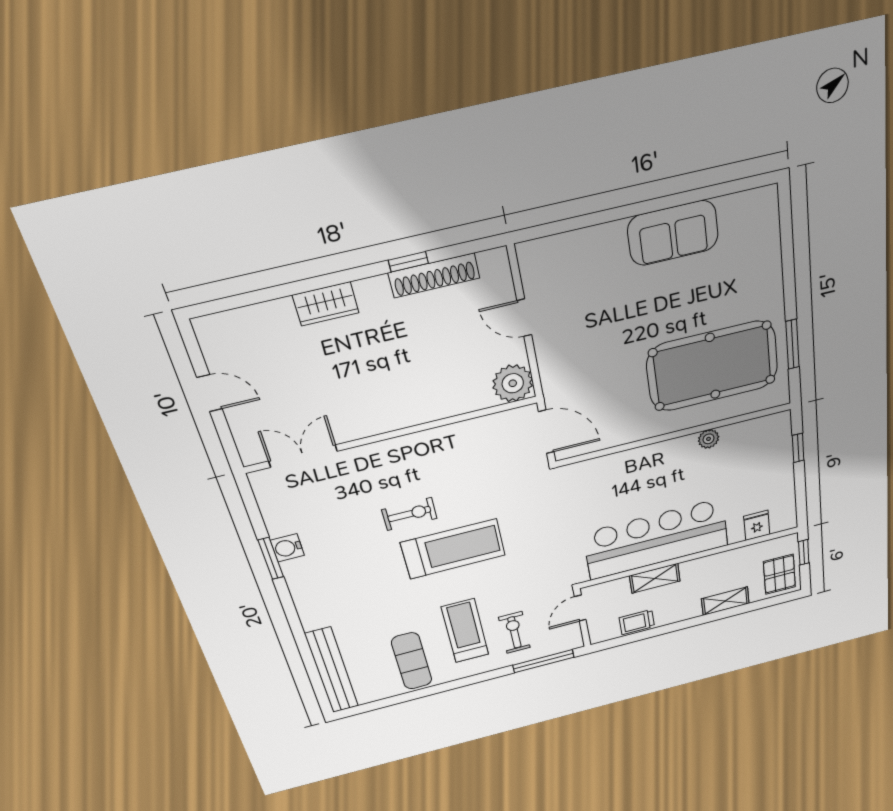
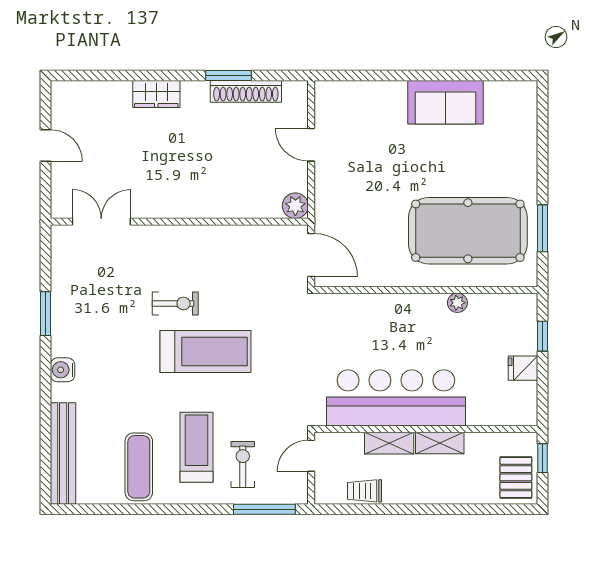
window: (408, 262) -> (228, 76), width x1.50
plant: (513, 383) -> (295, 206), width x0.73, depth x0.73
fridge: (757, 525) -> (523, 368), moved, turned -90
water cooler: (287, 548) -> (63, 370), moved
shelving: (725, 601) -> (440, 443), moved

